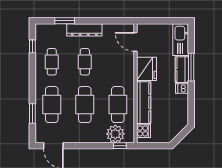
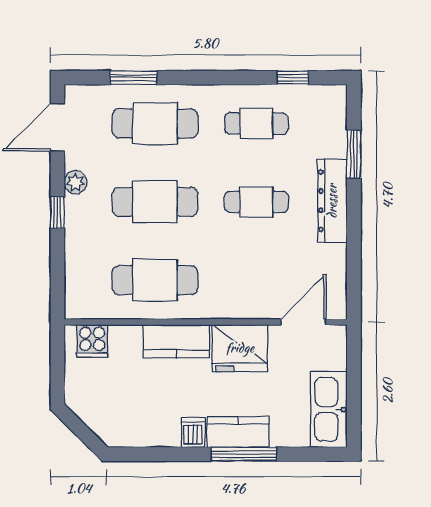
kitchen sink: (181, 40) -> (329, 409), moved, turned -90
kitchen counter: (144, 103) -> (176, 341), width x0.67
plant: (115, 134) -> (75, 182), moved, width x0.53, depth x0.53
window: (120, 146) -> (57, 213), moved

